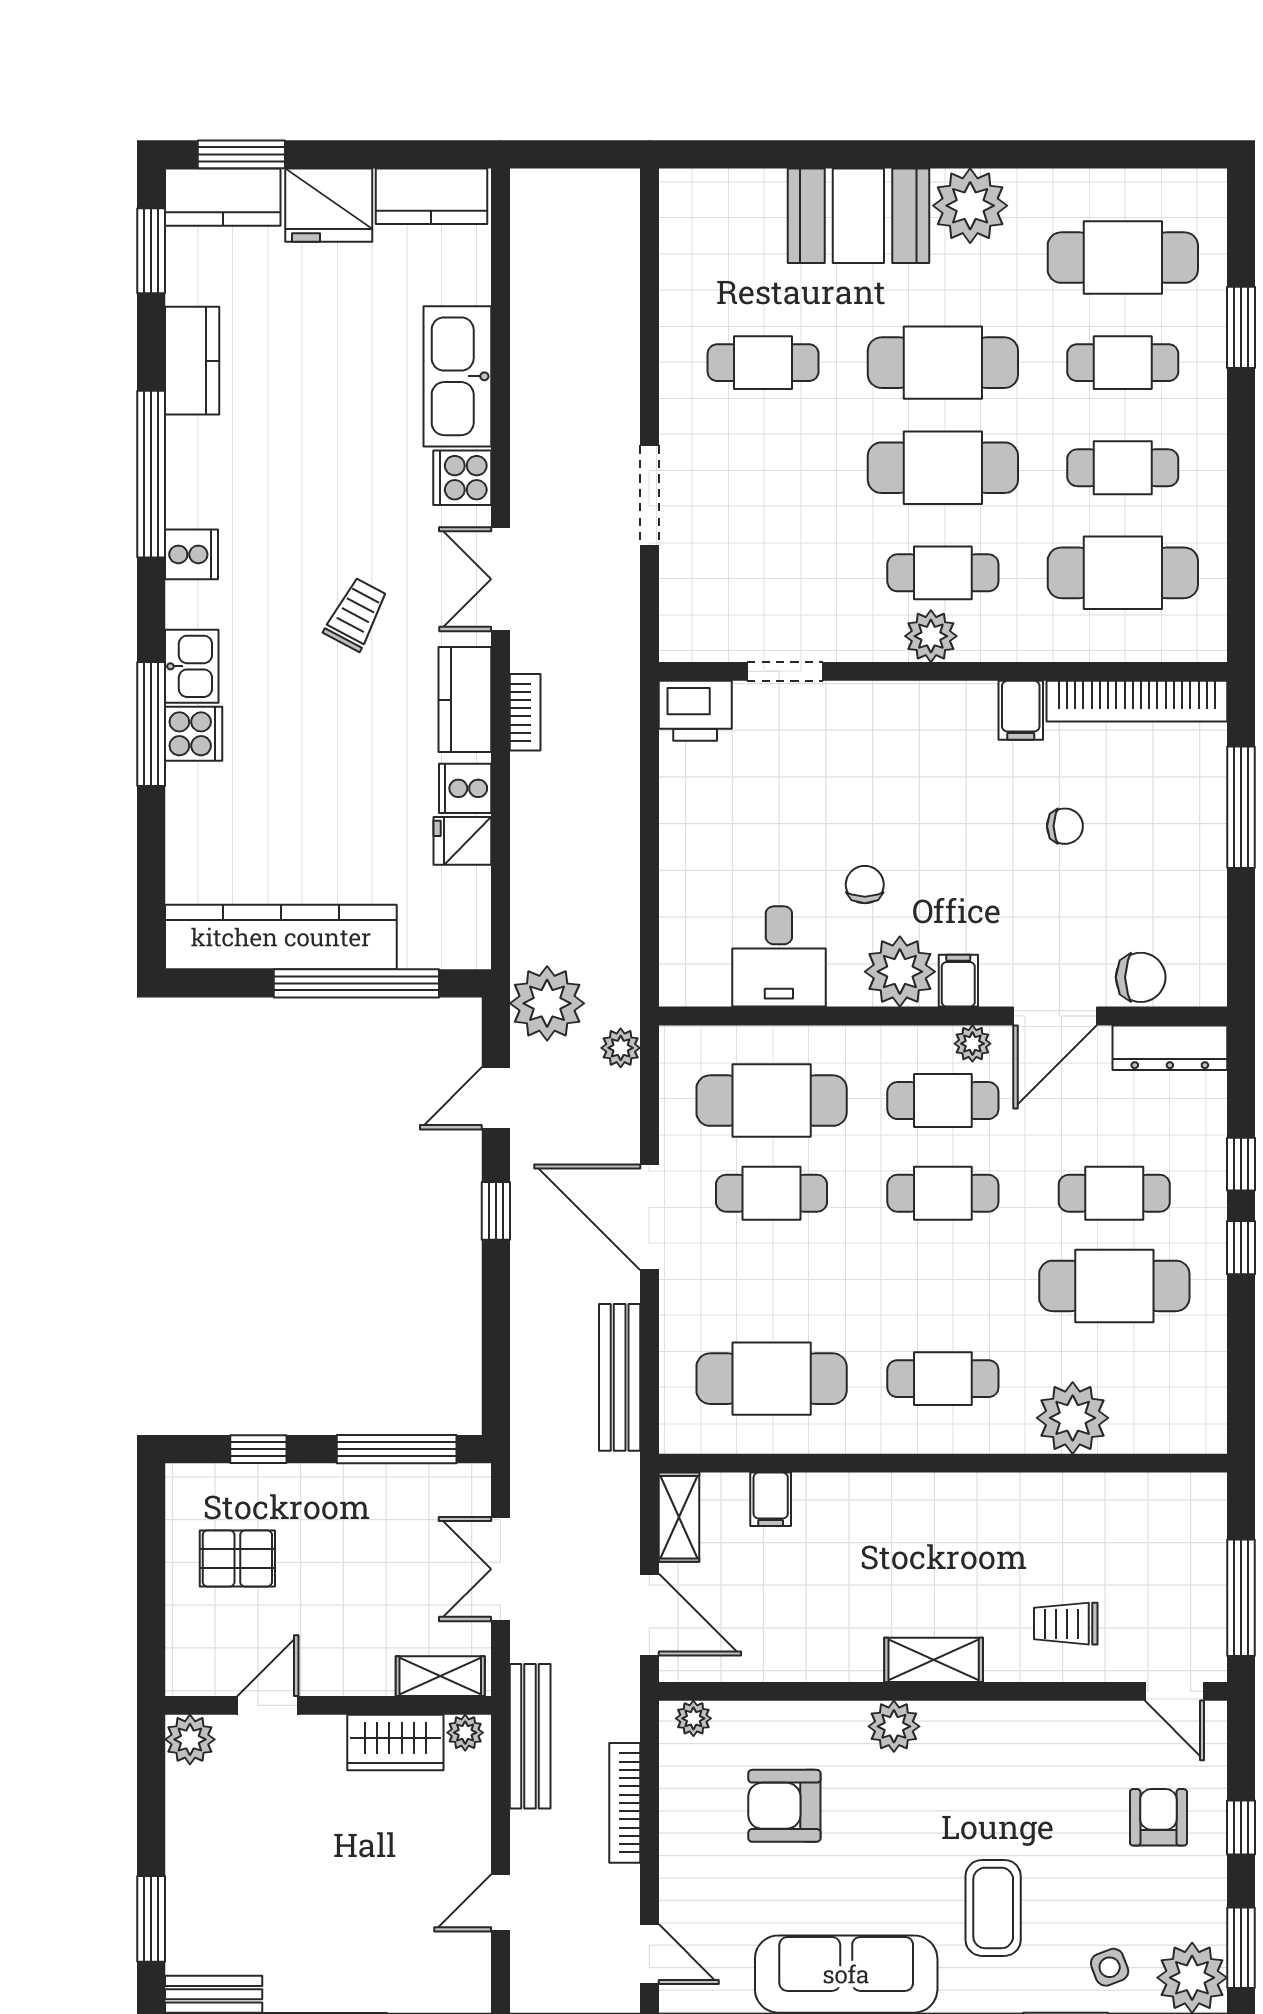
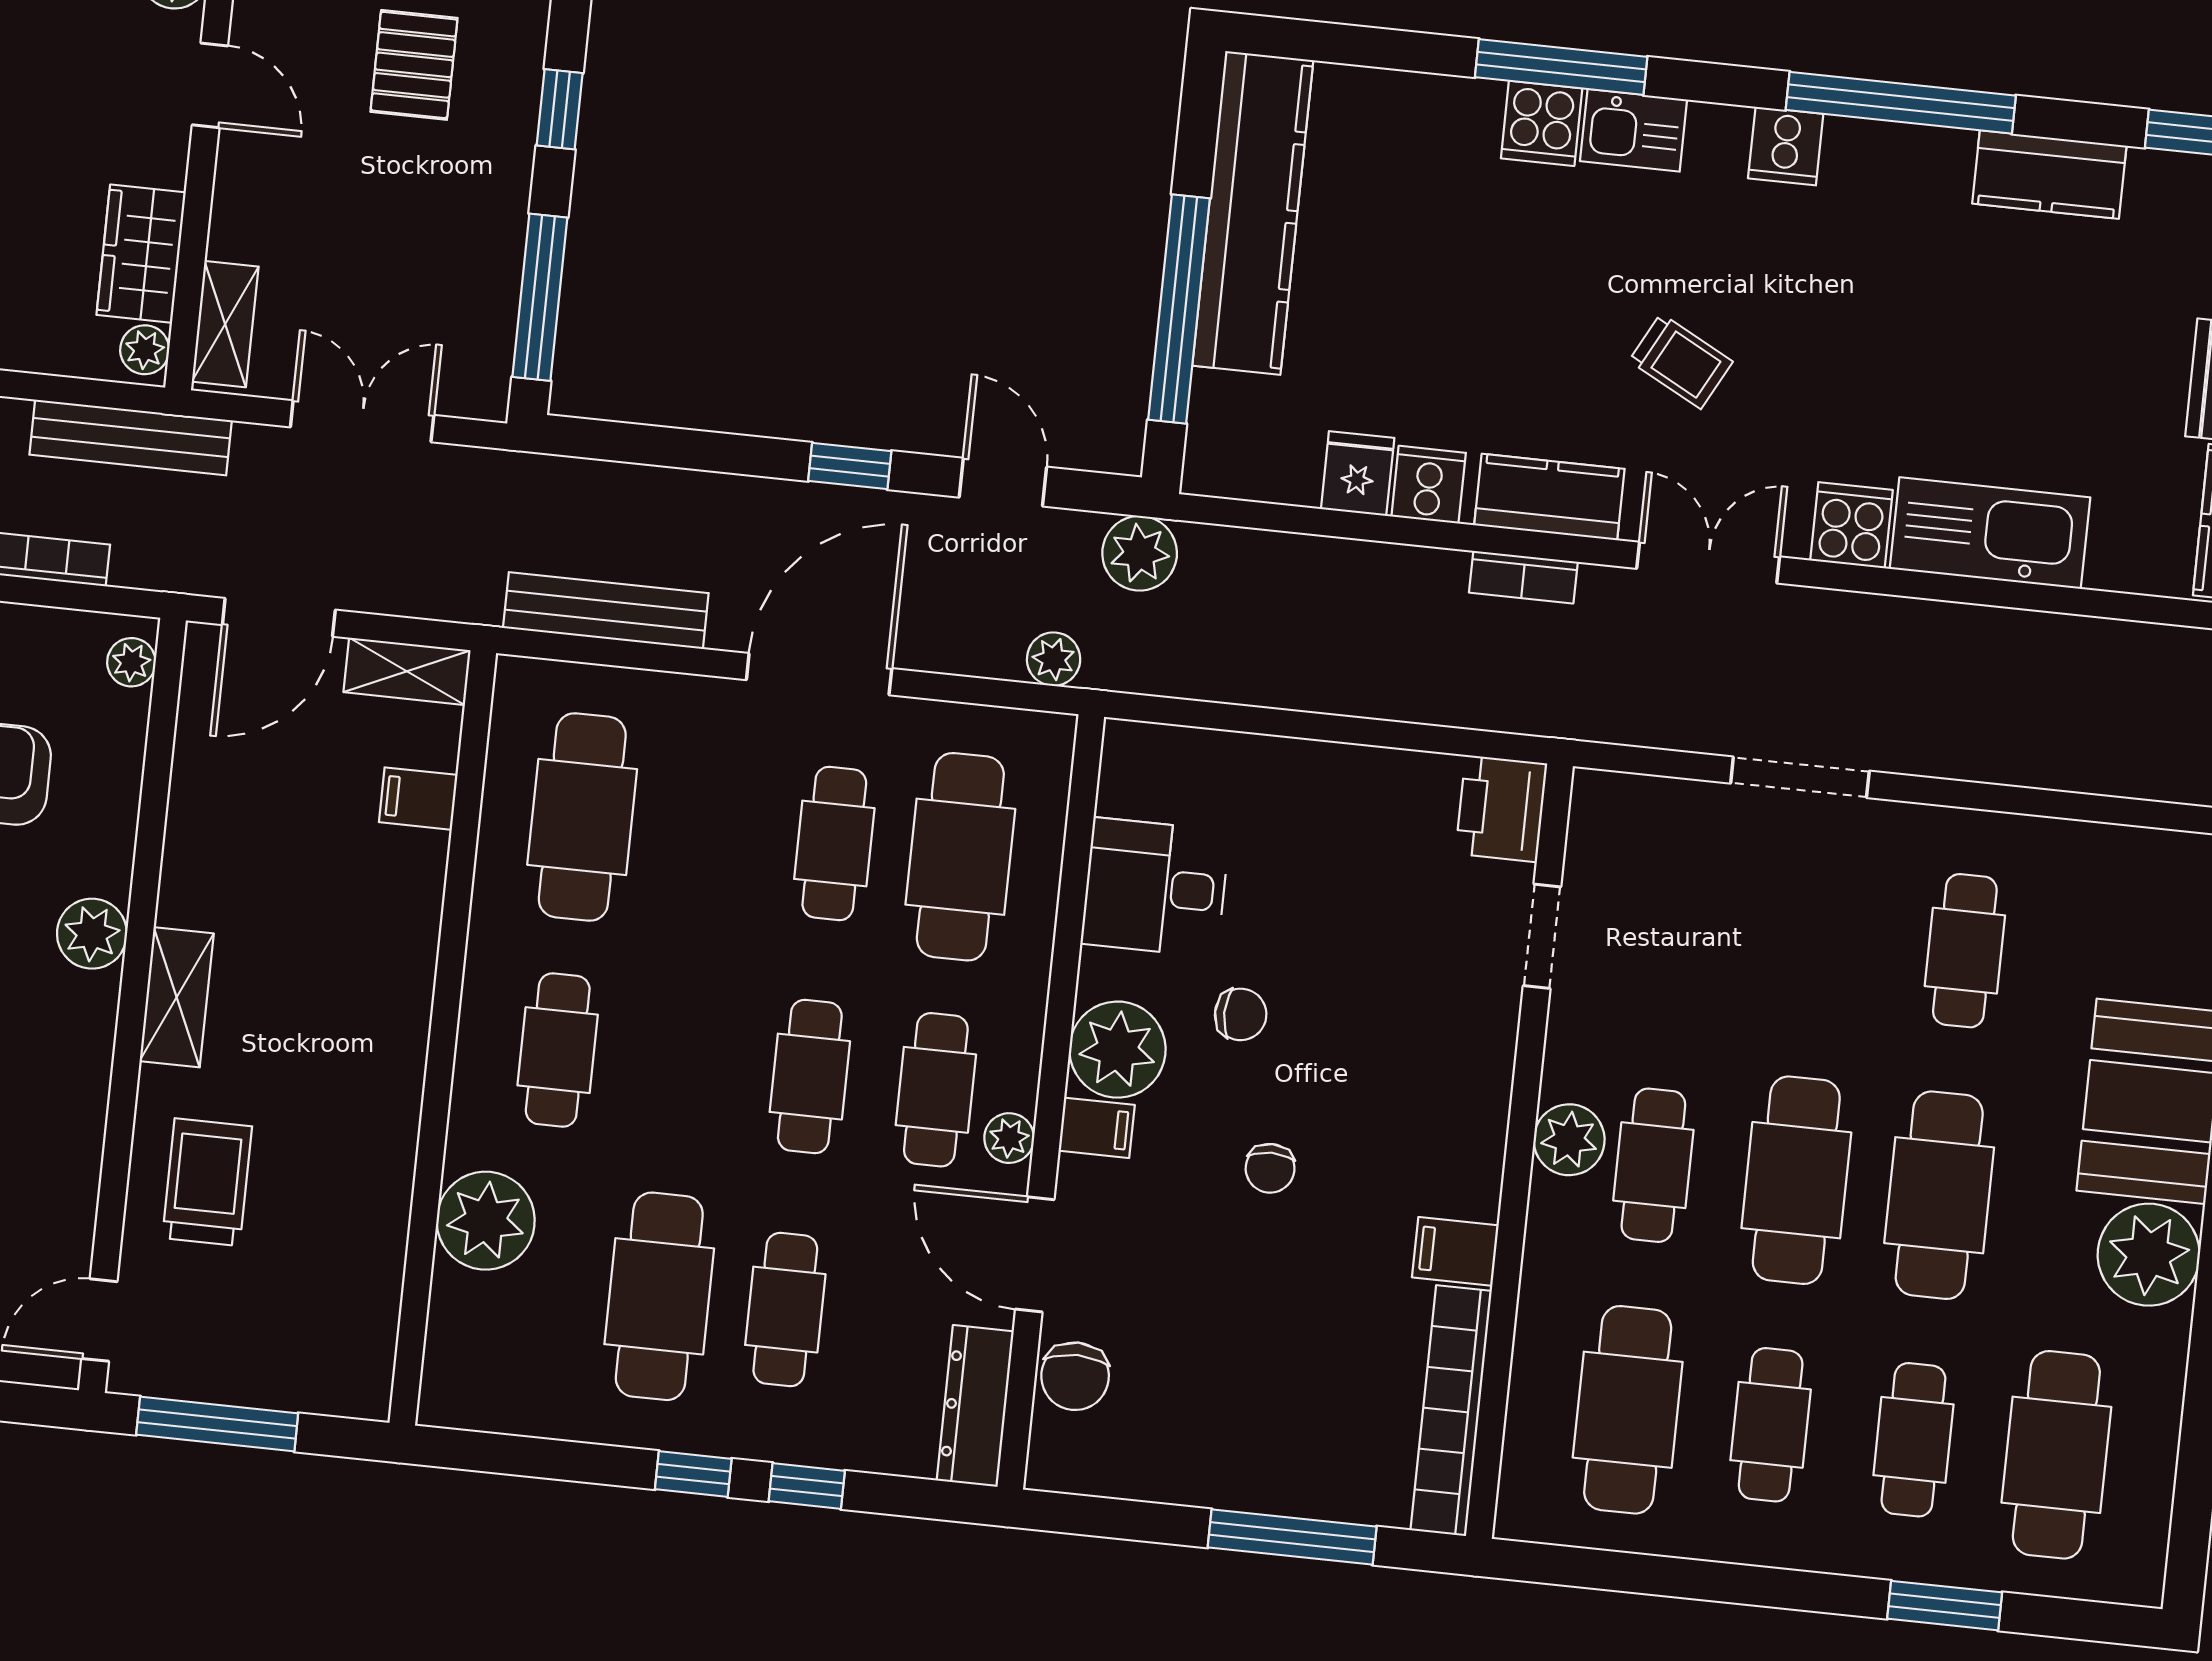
chair: (1065, 826) -> (1270, 1168), moved
plant: (547, 1003) -> (1140, 553), width x0.73, depth x0.73
trolley: (1066, 1624) -> (207, 1182), width x1.36, depth x1.39

